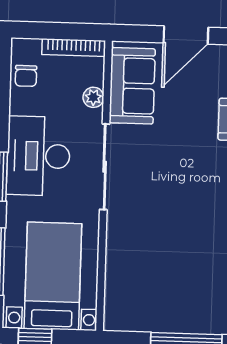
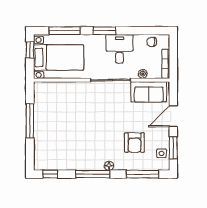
door: (186, 35) -> (173, 116), hinge flipped
desk: (38, 156) -> (120, 49), width x0.73

